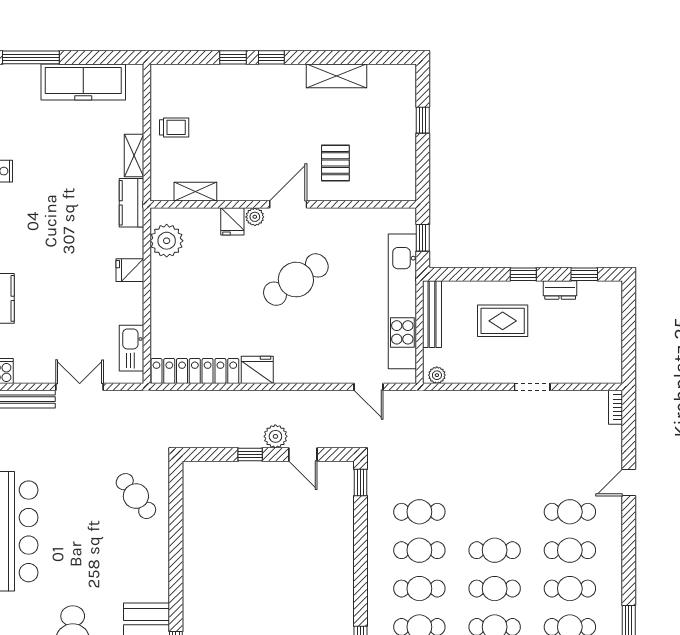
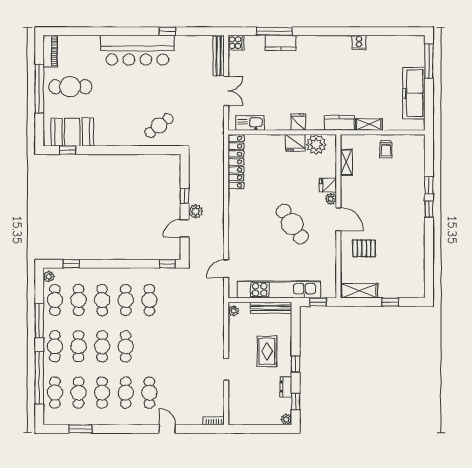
shelving: (336, 76) -> (359, 291), moved, turned 90
plant: (613, 290) -> (286, 419), added
fridge: (257, 370) -> (295, 143), moved, turned 90

